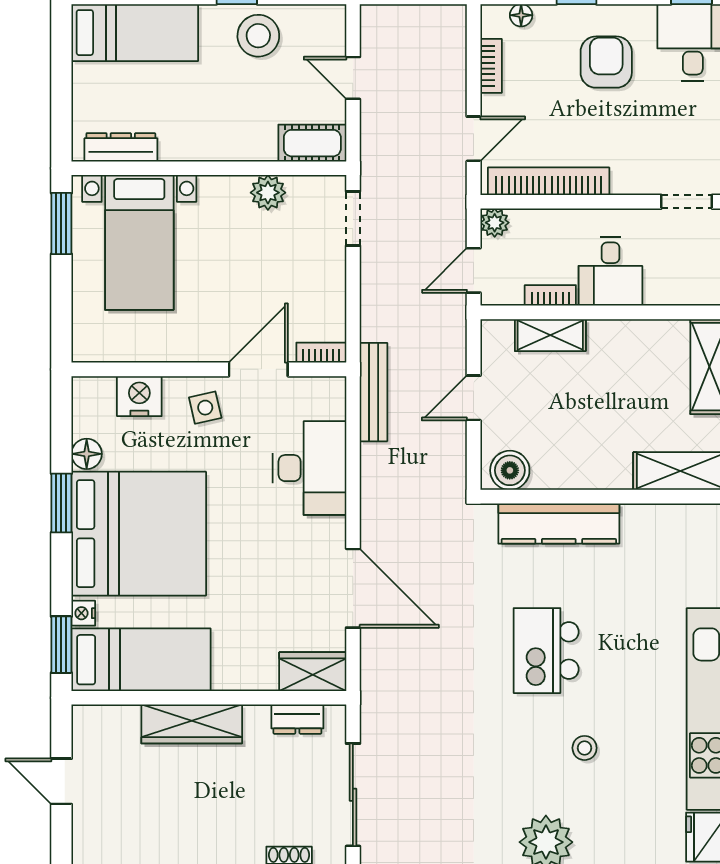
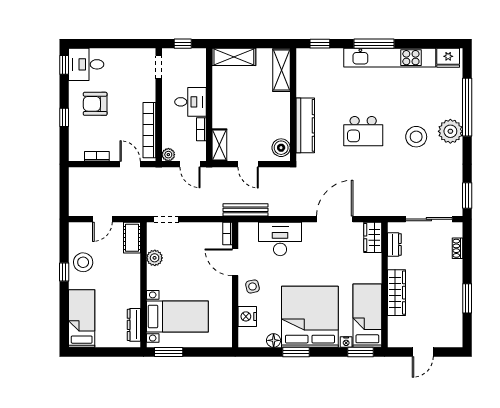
floor lamp: (521, 15) -> (74, 143), removed
shelving: (550, 335) -> (219, 145), moved
stool: (585, 748) -> (416, 137), moved, width x1.89, depth x1.89

